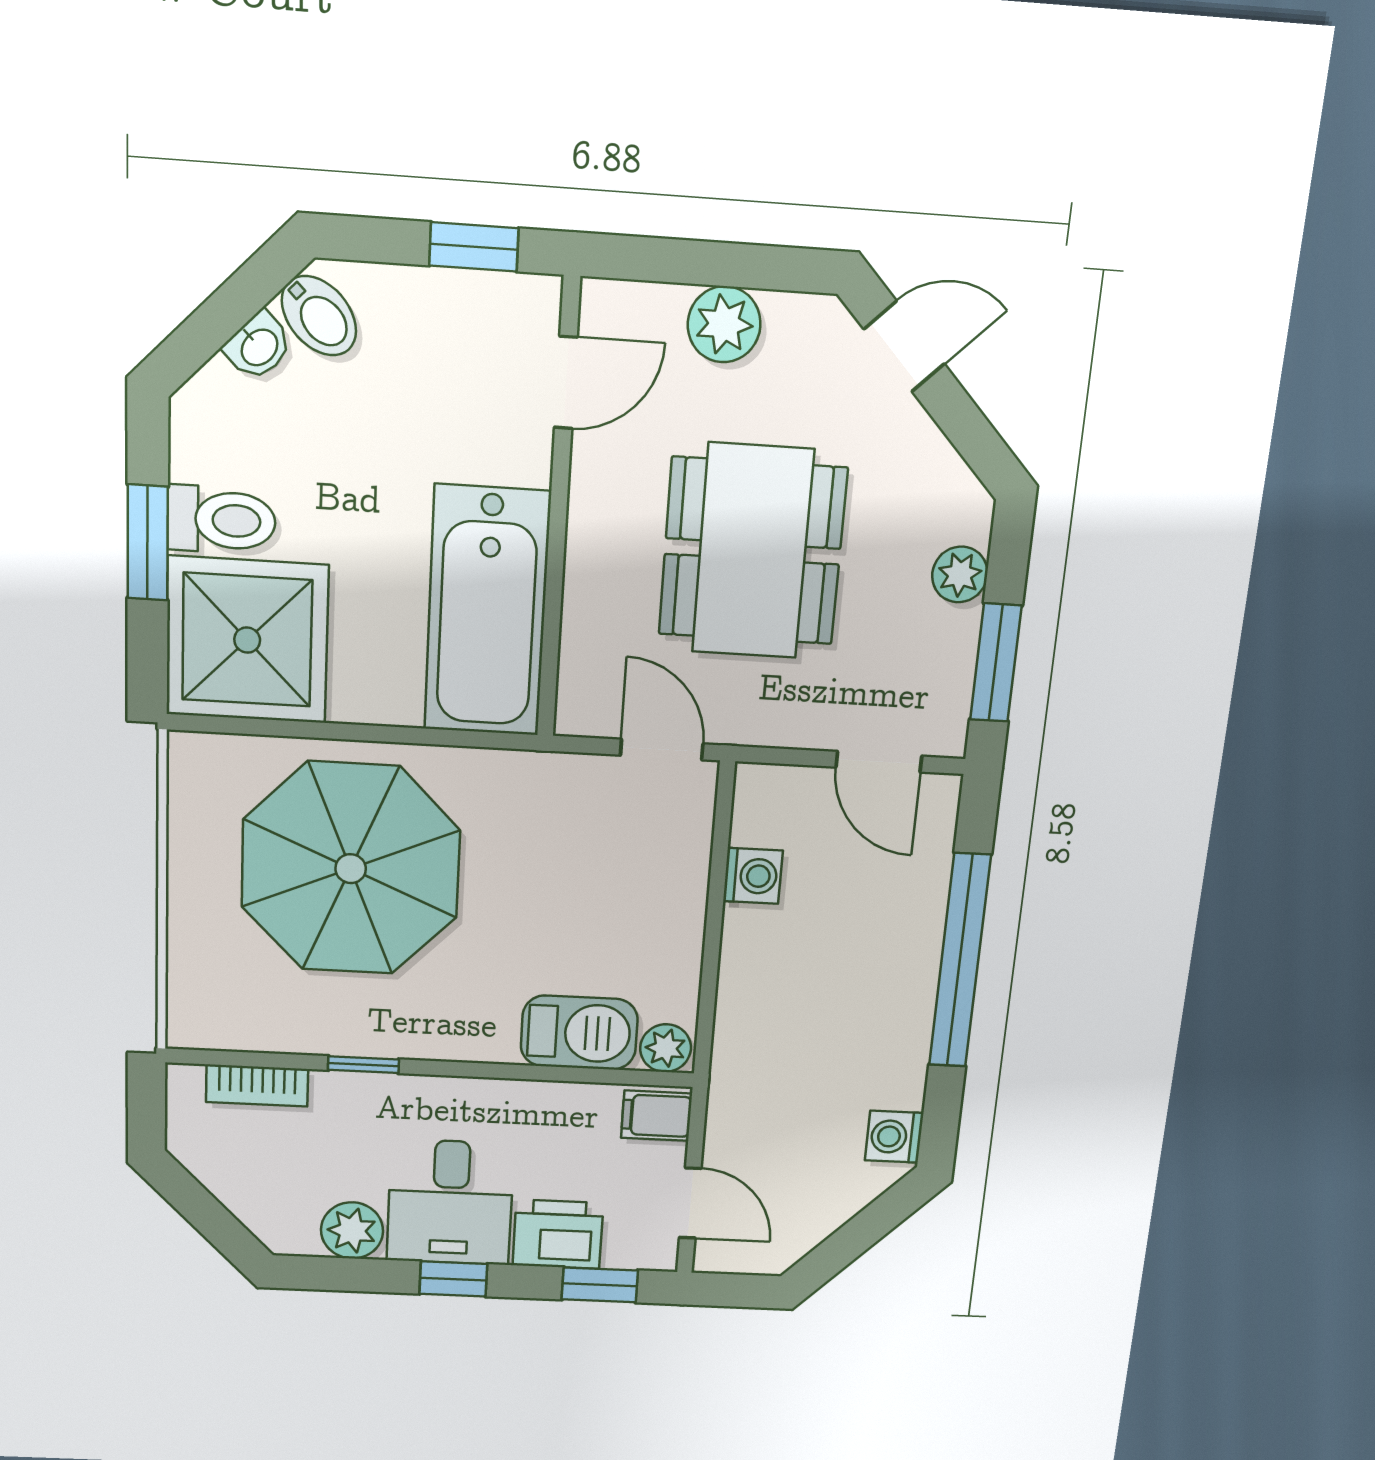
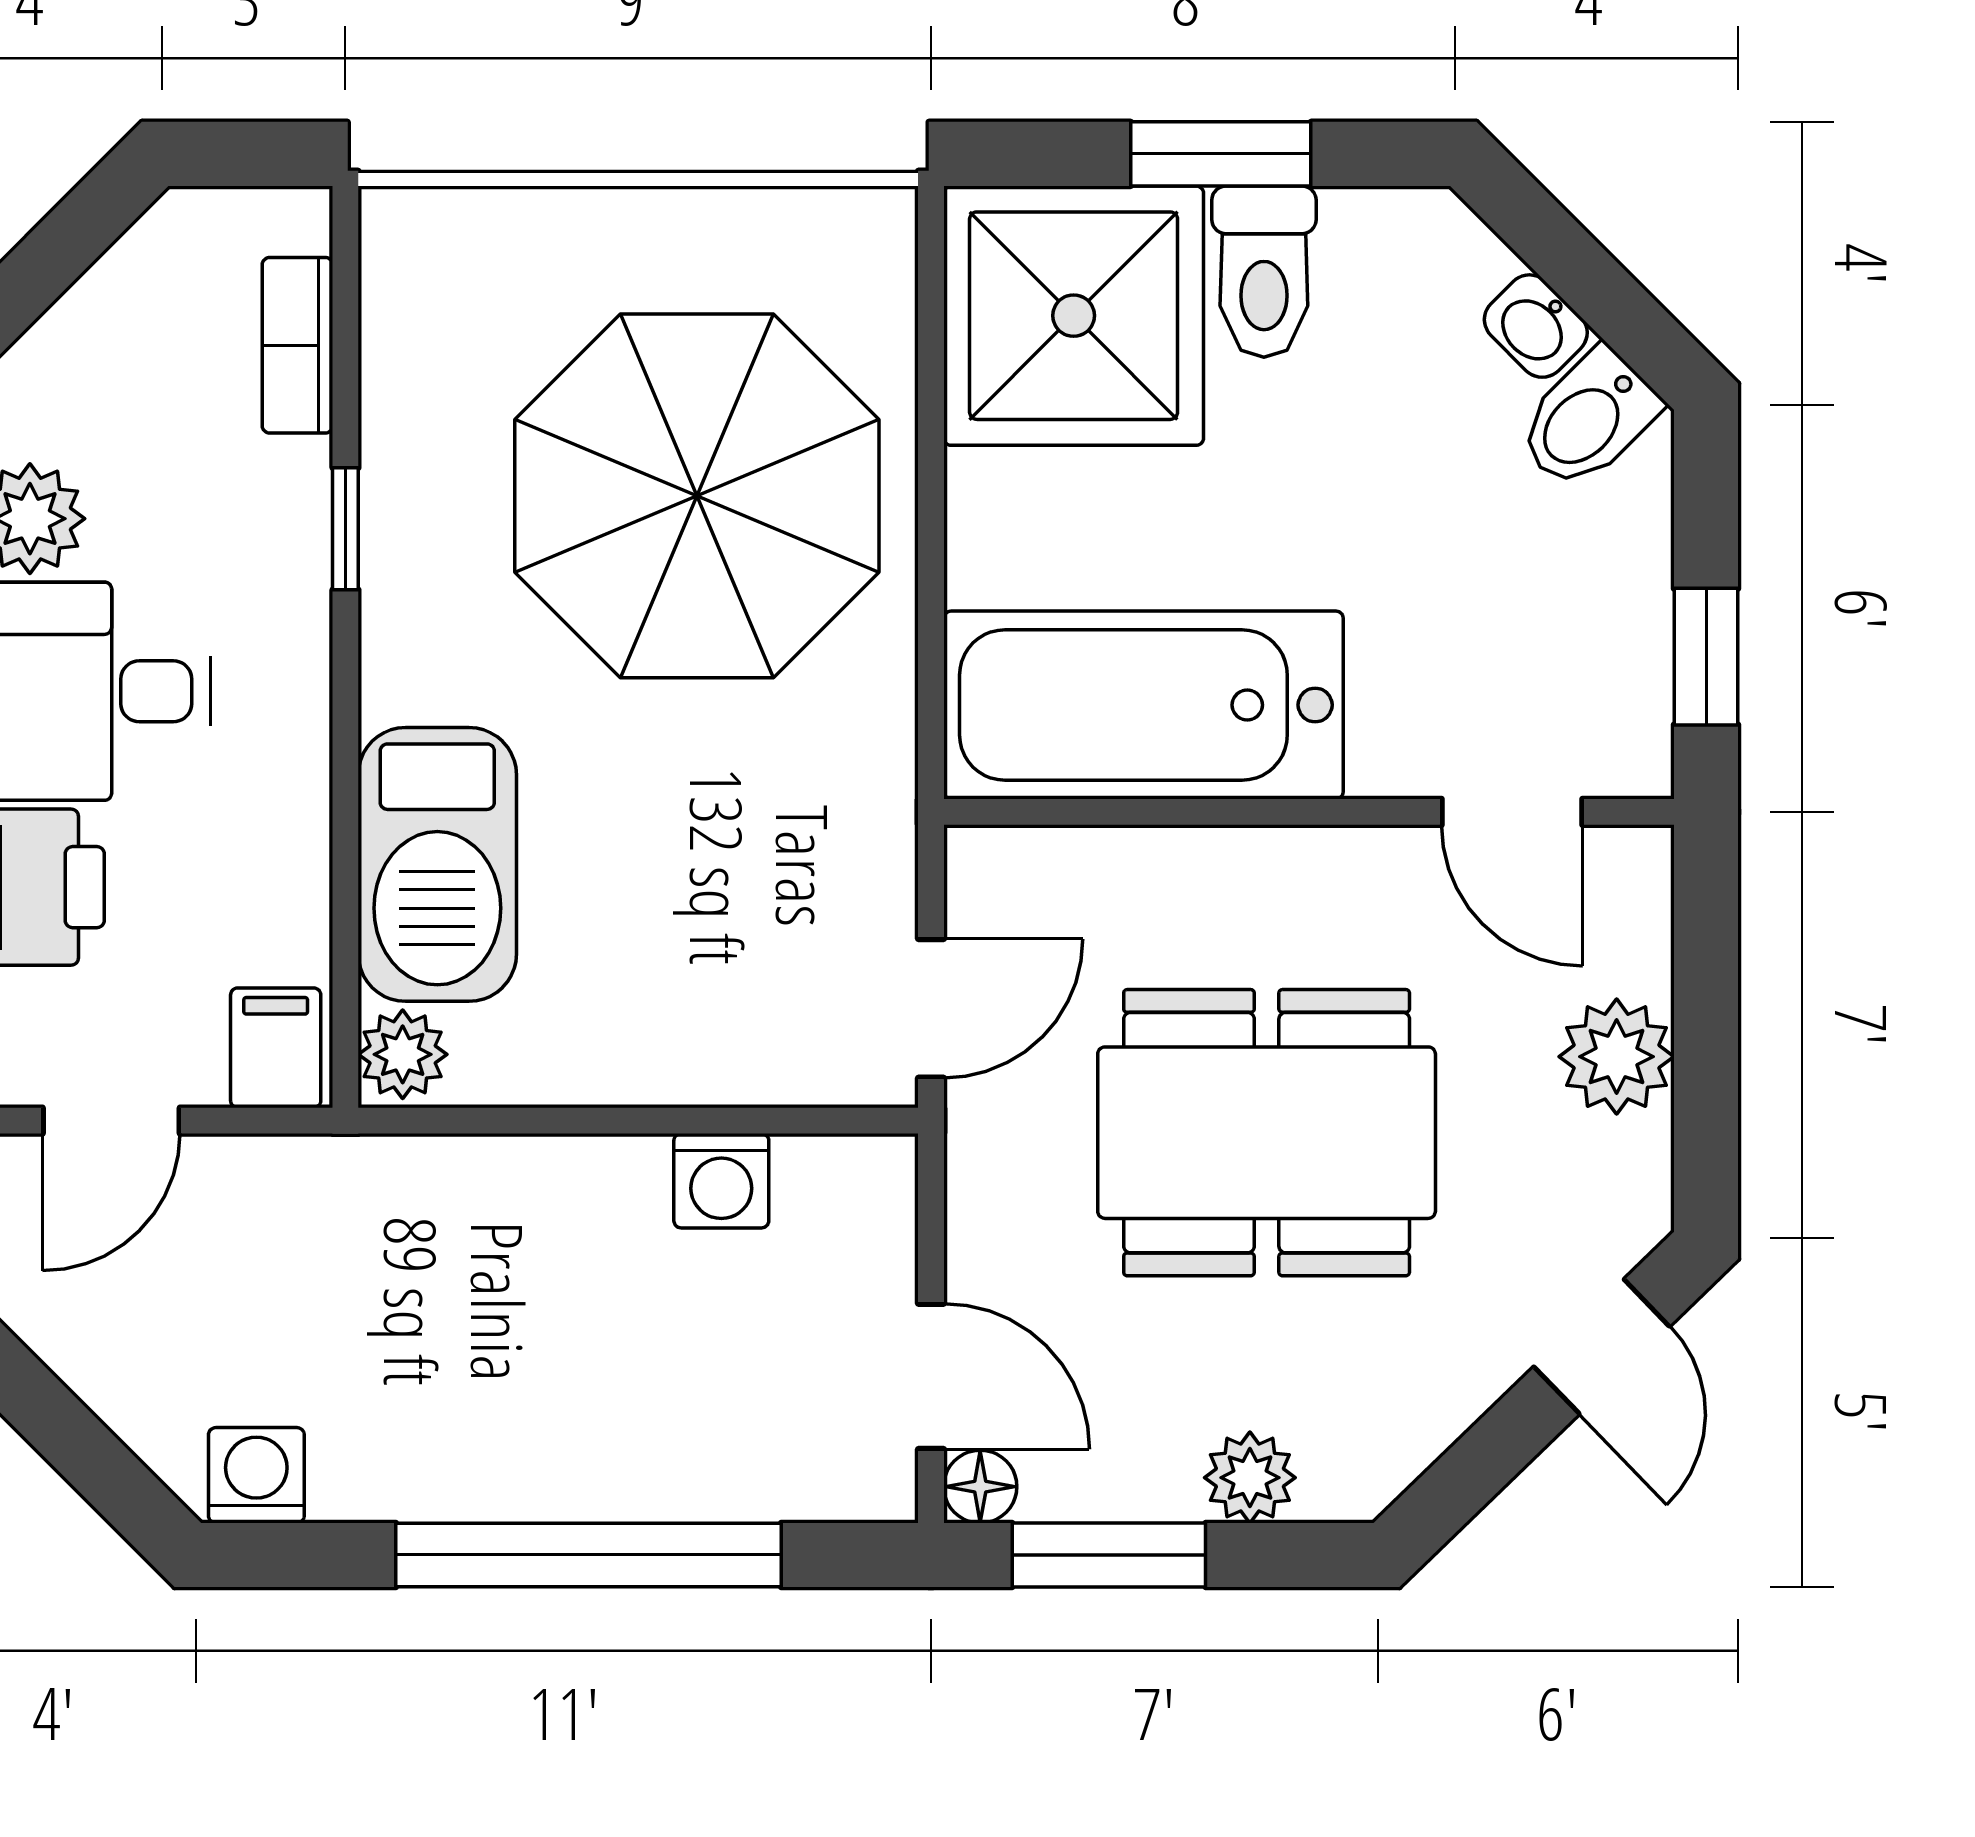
floor lamp: (947, 737) -> (980, 1487), added
door: (879, 762) -> (931, 1376), swing flipped
barbecue: (579, 1033) -> (437, 864), width x1.37, depth x1.21

